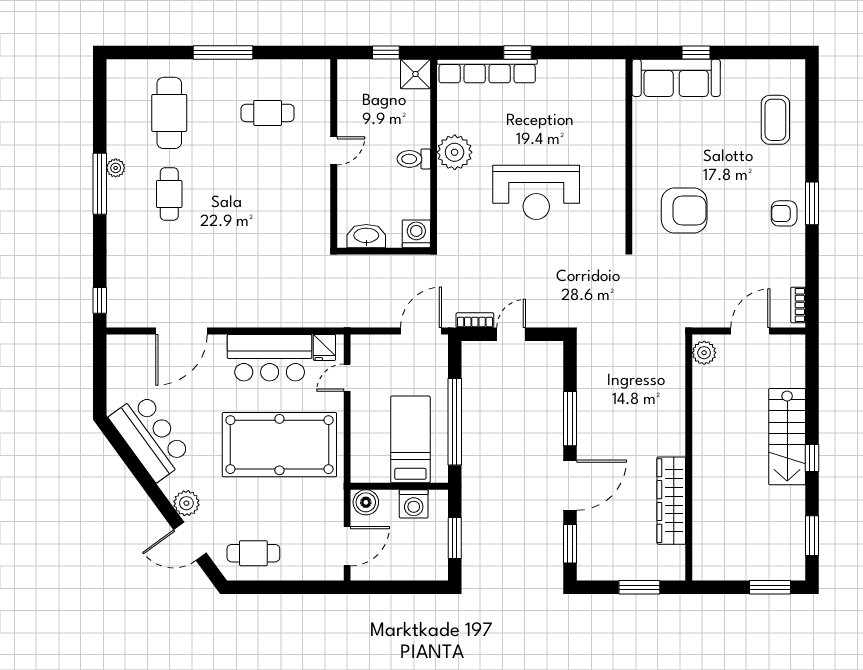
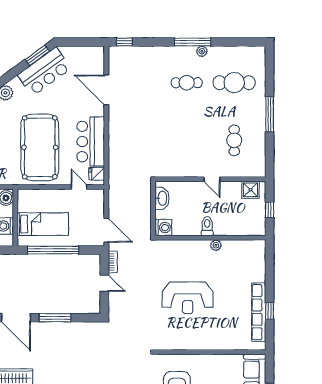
window: (517, 53) -> (270, 311), moved
row of seats: (487, 71) -> (259, 312), moved
shower: (415, 74) -> (251, 190), moved
plant: (455, 152) -> (216, 245), width x0.53, depth x0.53
reception desk: (536, 192) -> (188, 298), turned -90
window: (123, 449) -> (37, 55), added

